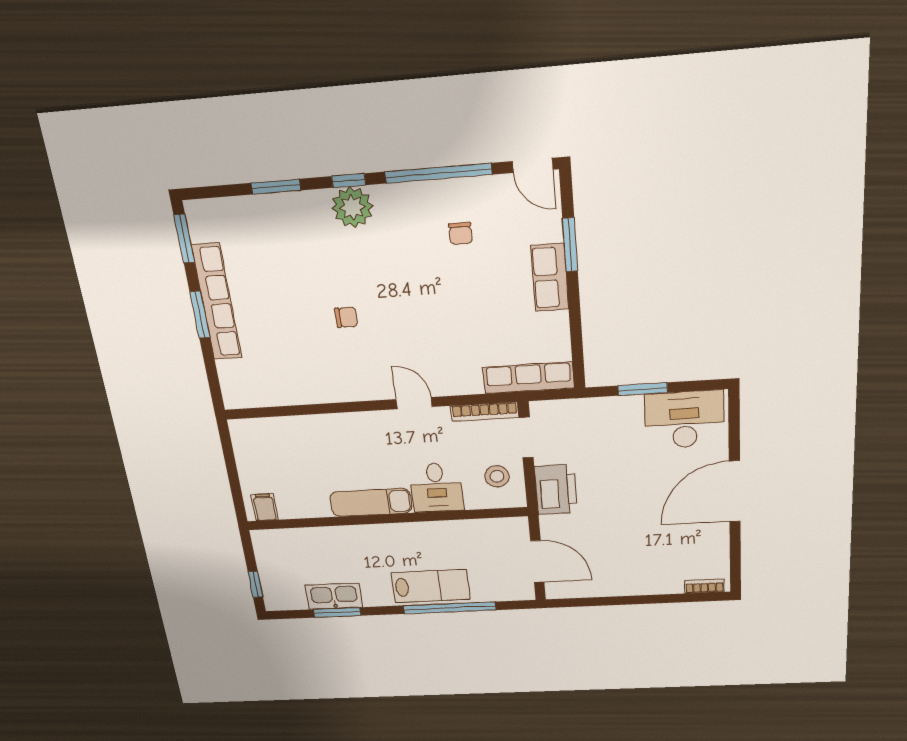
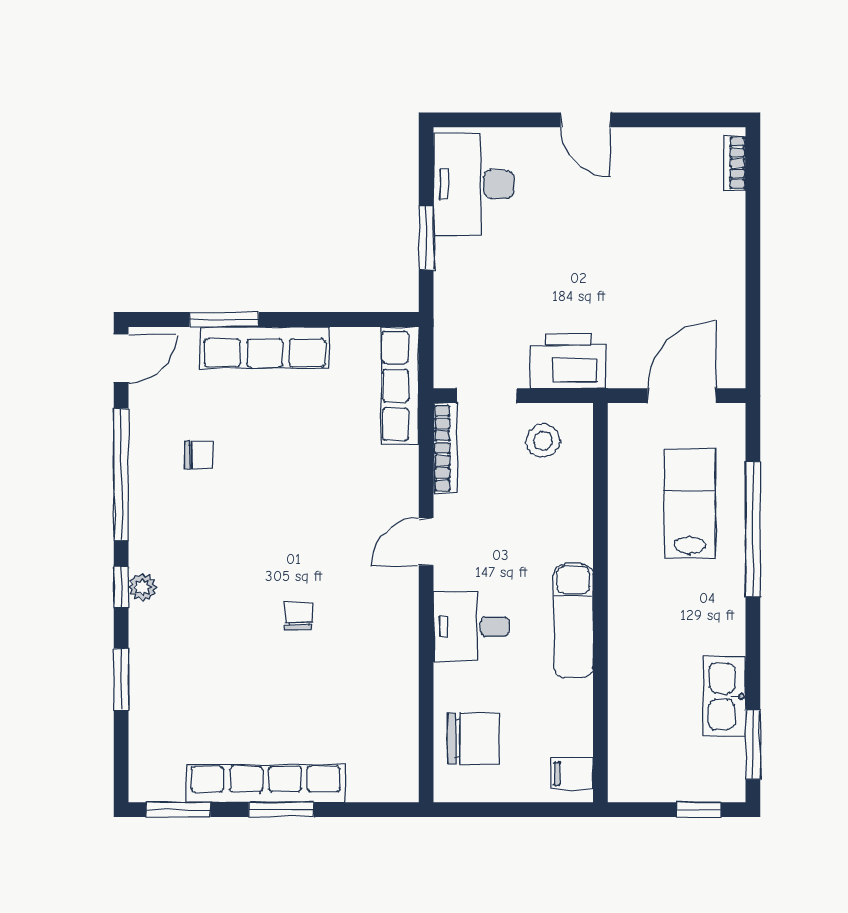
plant: (352, 207) -> (143, 587), width x0.53, depth x0.53
row of seats: (550, 278) -> (265, 348), width x1.48
chair: (277, 443) -> (473, 739), added
desk: (436, 488) -> (471, 627), moved, turned 180
door: (735, 491) -> (585, 120), width x0.53
lab bench: (431, 586) -> (690, 504), moved
window: (337, 612) -> (753, 744), moved

